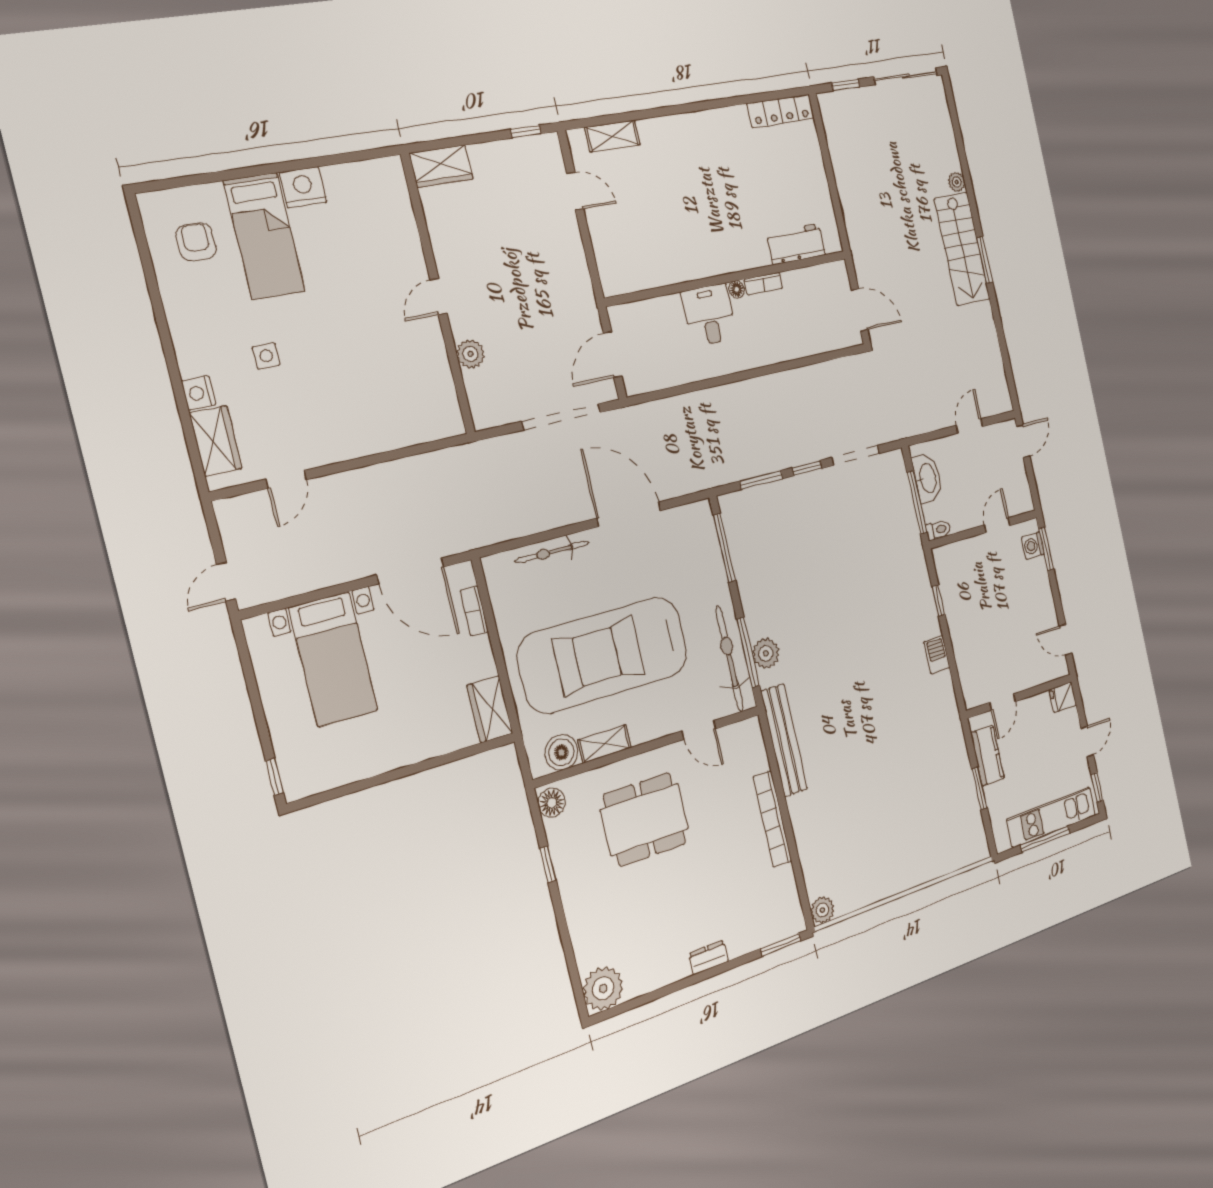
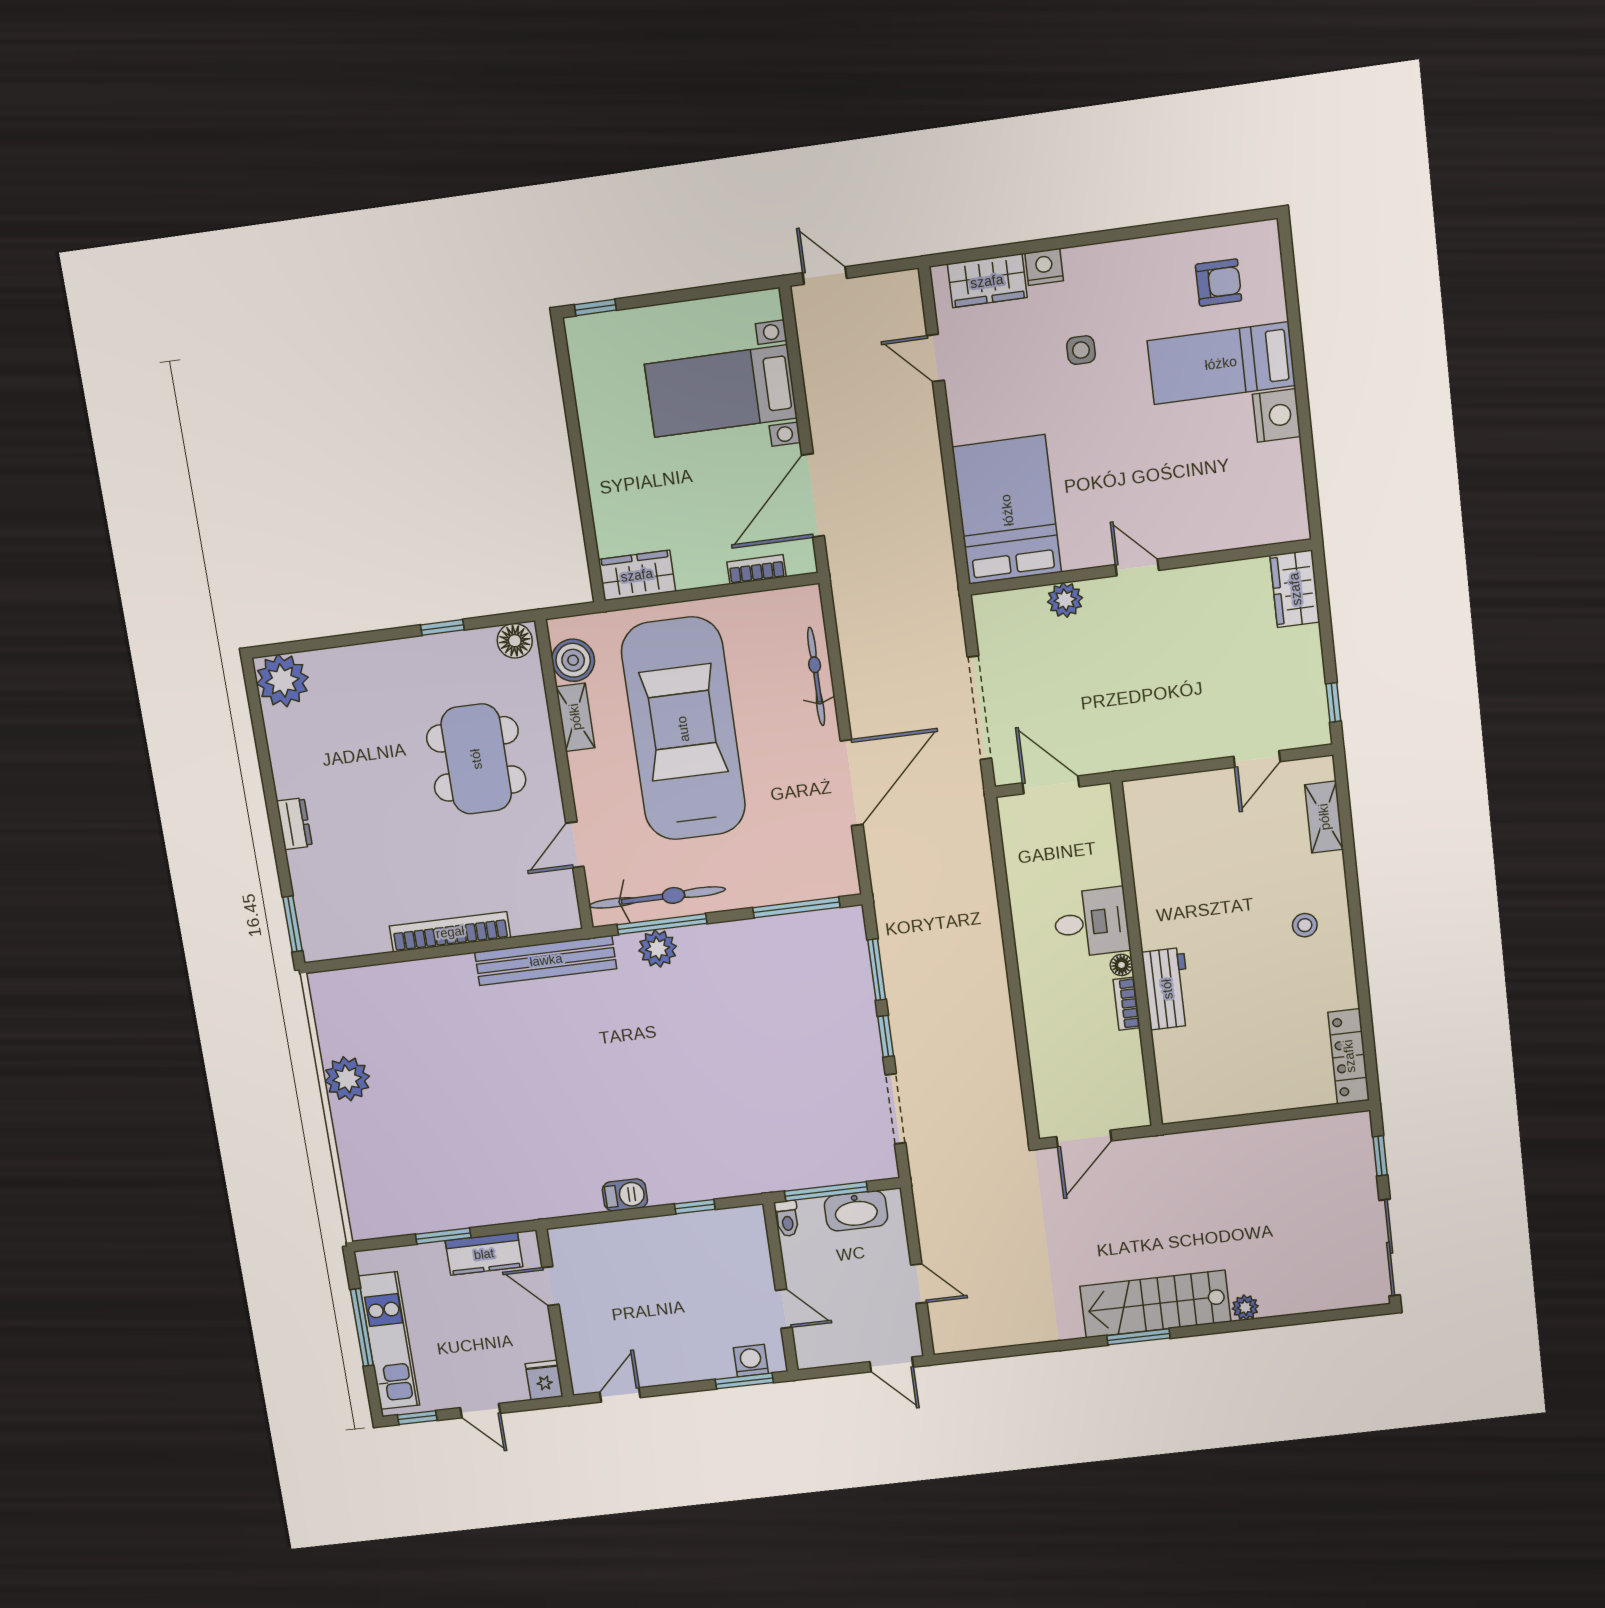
stool: (692, 148) -> (1305, 925), added
workbench: (796, 244) -> (1167, 989), moved
bed: (404, 408) -> (1007, 510), added
plant: (822, 910) -> (347, 1079), moved, width x1.36, depth x1.36

